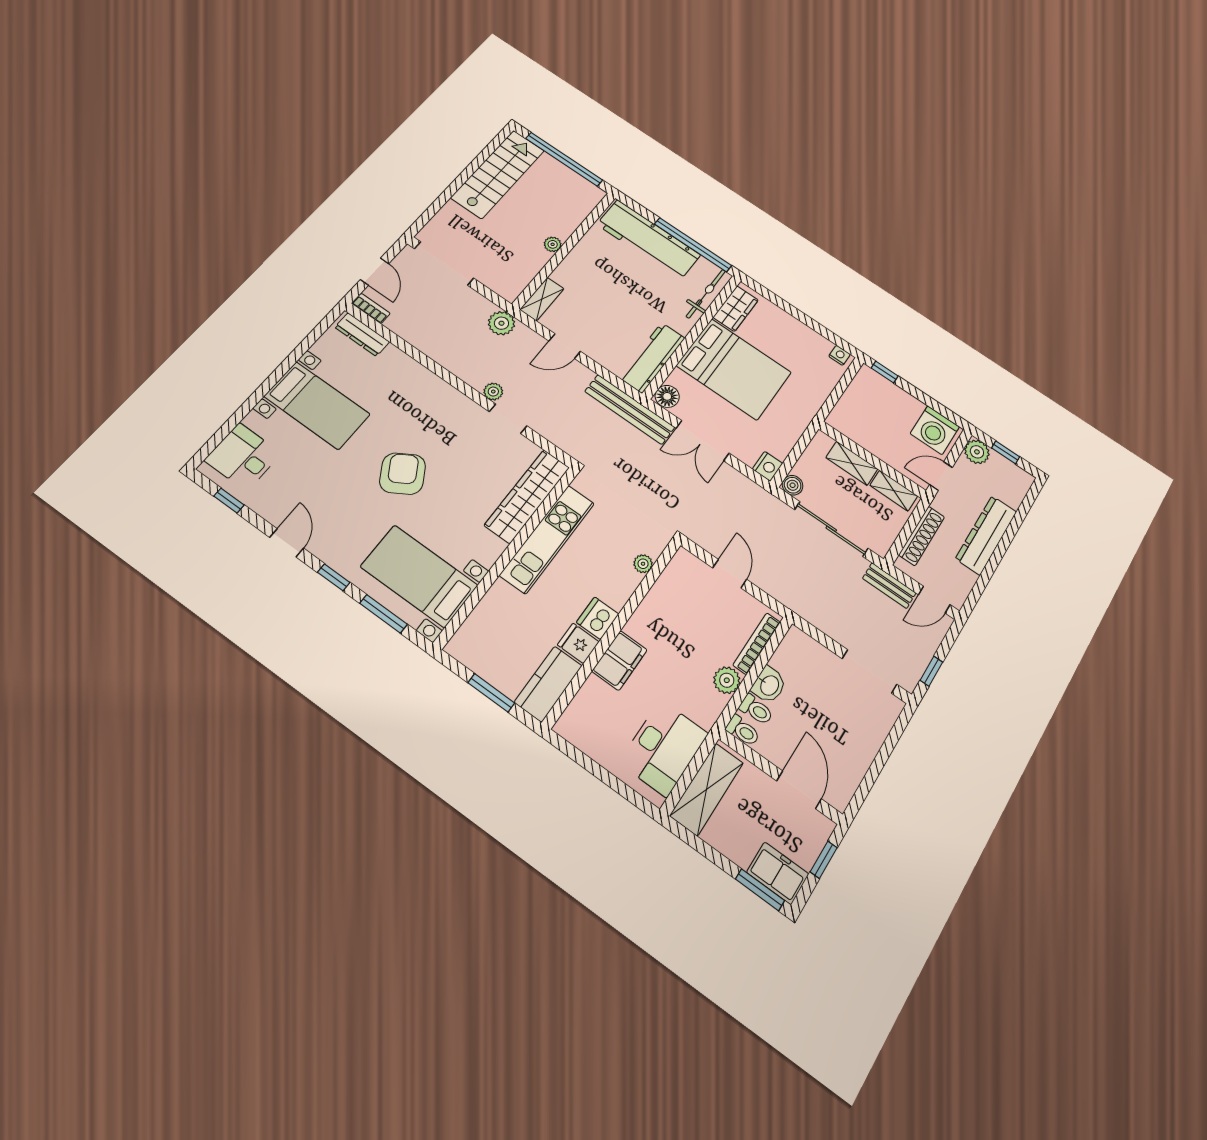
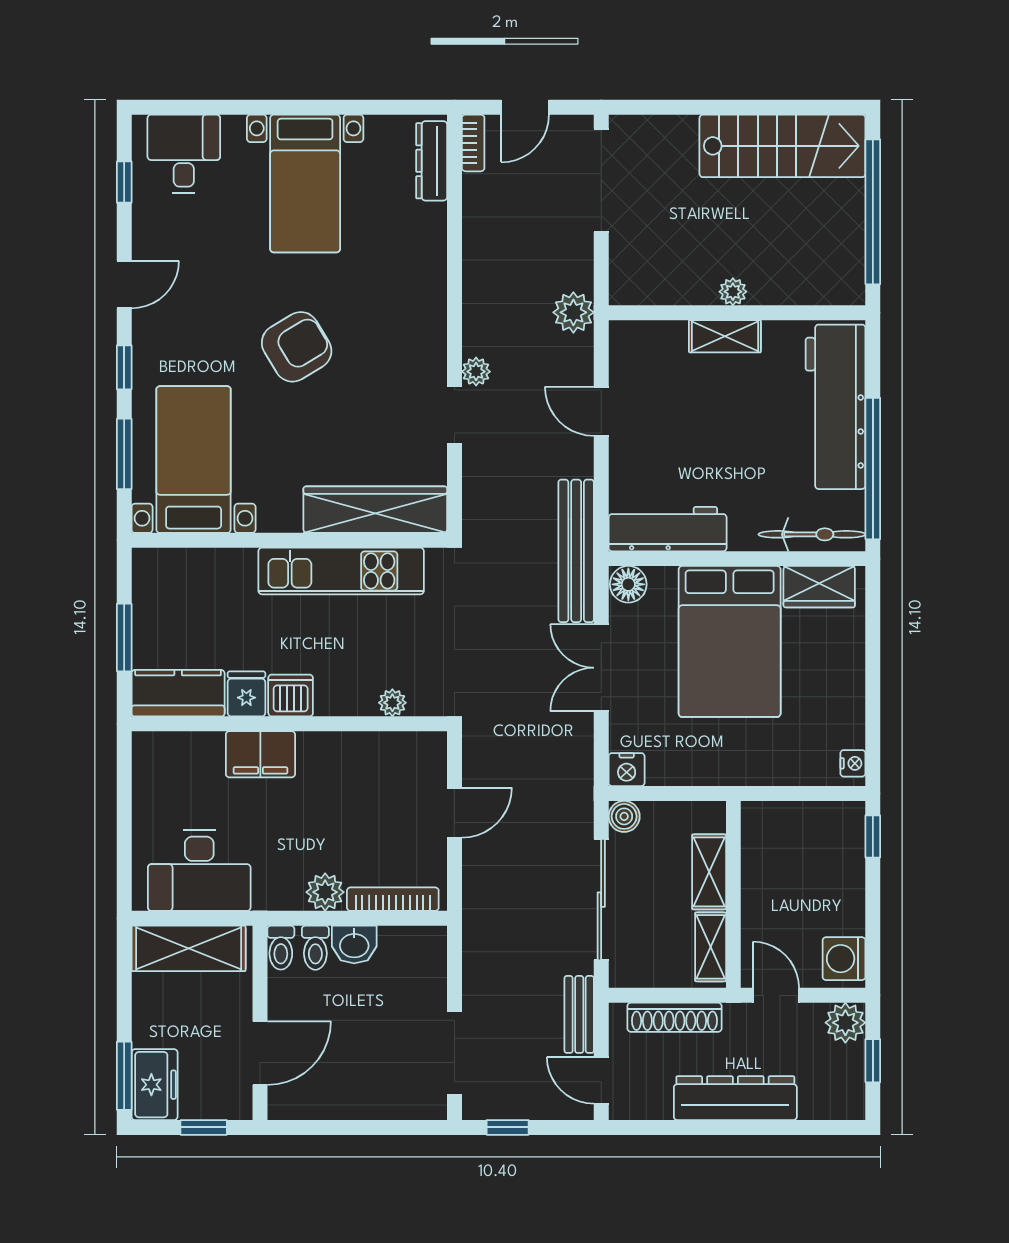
shelving: (542, 299) -> (725, 336), moved
washing machine: (935, 430) -> (844, 959), width x0.73, depth x0.73

